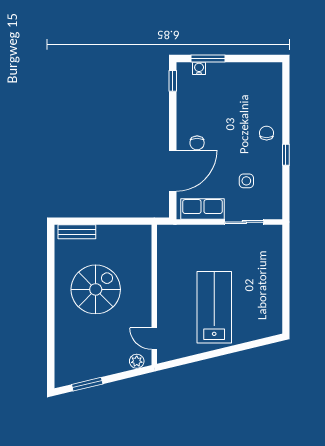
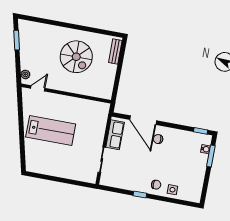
side table: (246, 181) -> (172, 190), moved

